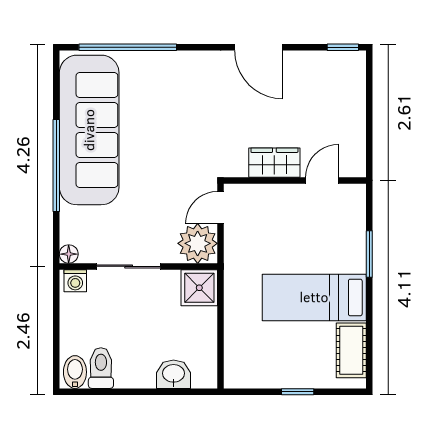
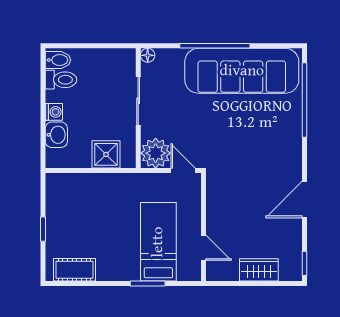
wardrobe: (274, 163) -> (259, 270), moved, turned -90
washing machine: (75, 281) -> (54, 112), moved, turned 180
shower: (199, 288) -> (106, 154), moved
bed: (314, 297) -> (158, 242), moved

